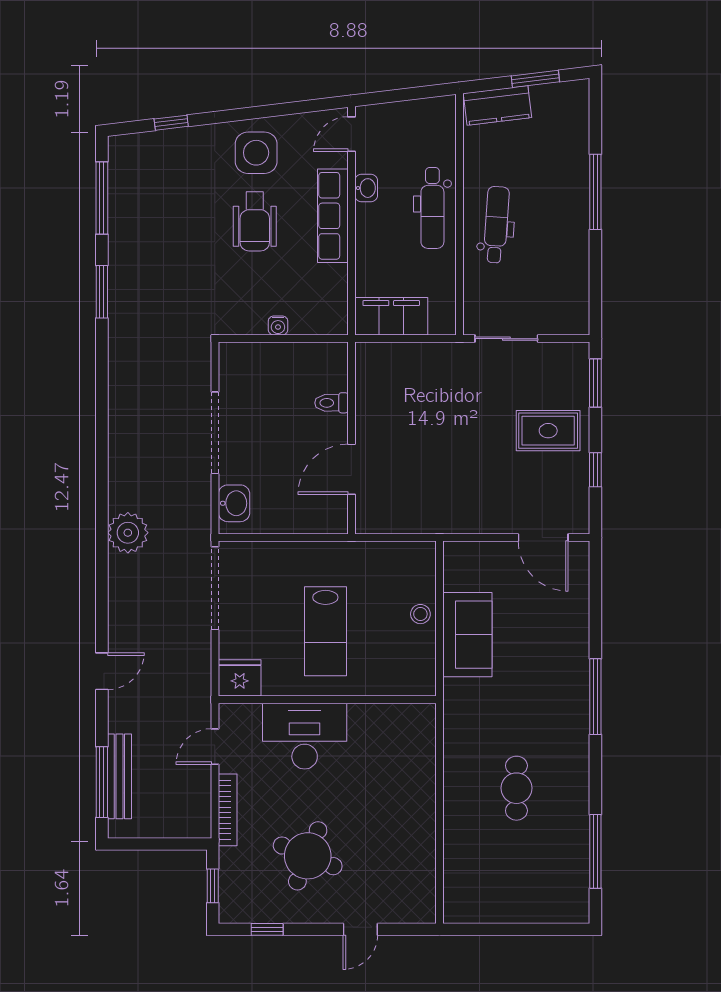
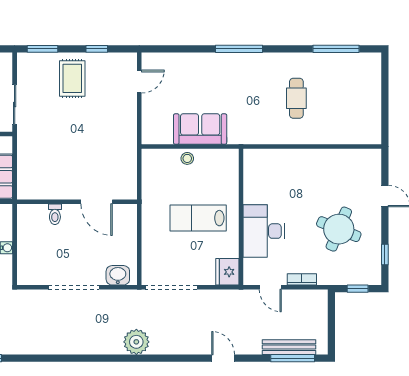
door: (543, 538) -> (139, 82), width x0.73
lab bench: (325, 631) -> (198, 218), turned 180
cafe table: (516, 788) -> (296, 98), turned 90
bookcase: (228, 810) -> (302, 279), width x0.64

